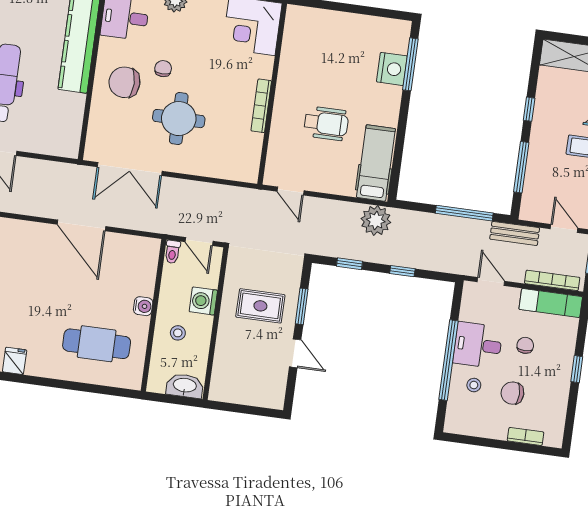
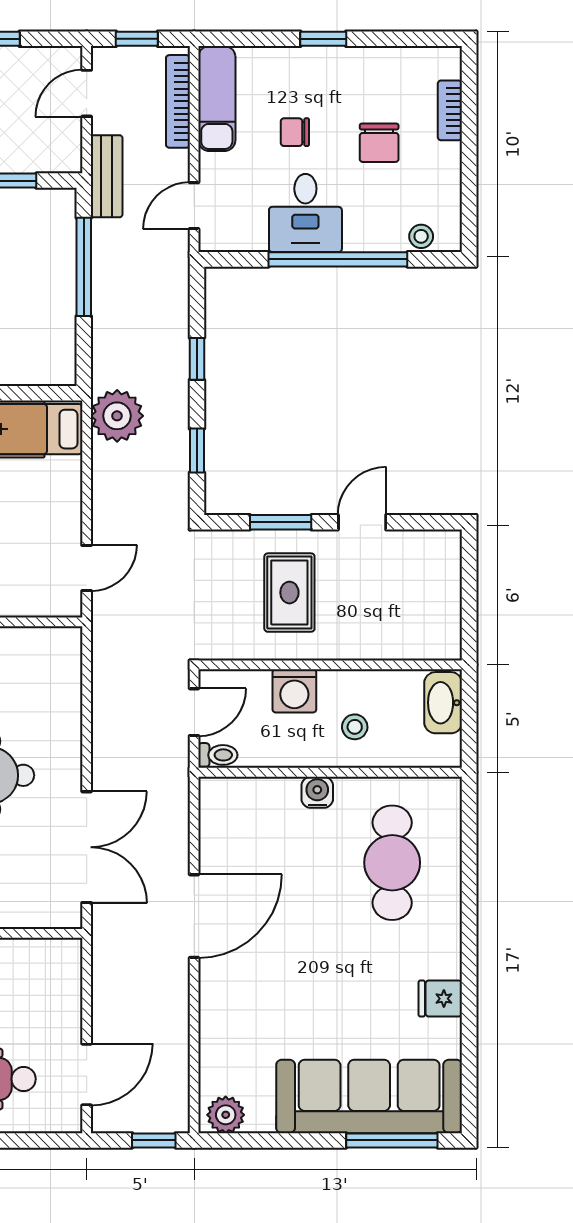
stool: (474, 385) -> (421, 236), moved

